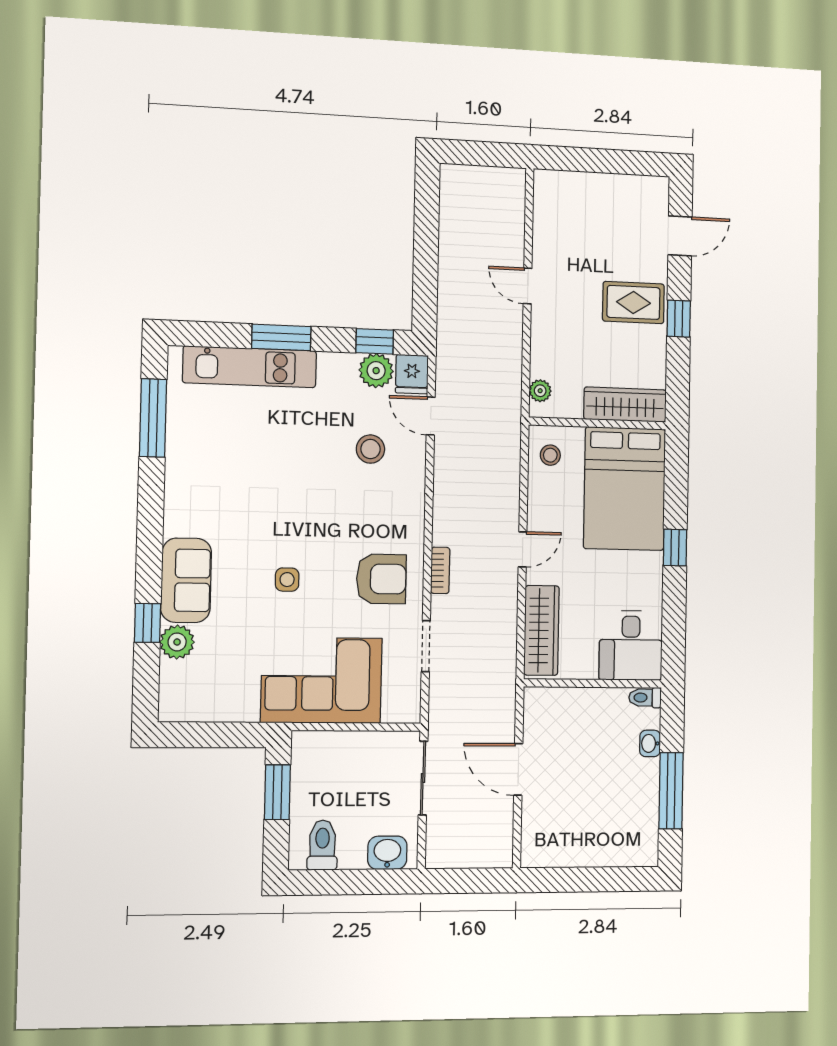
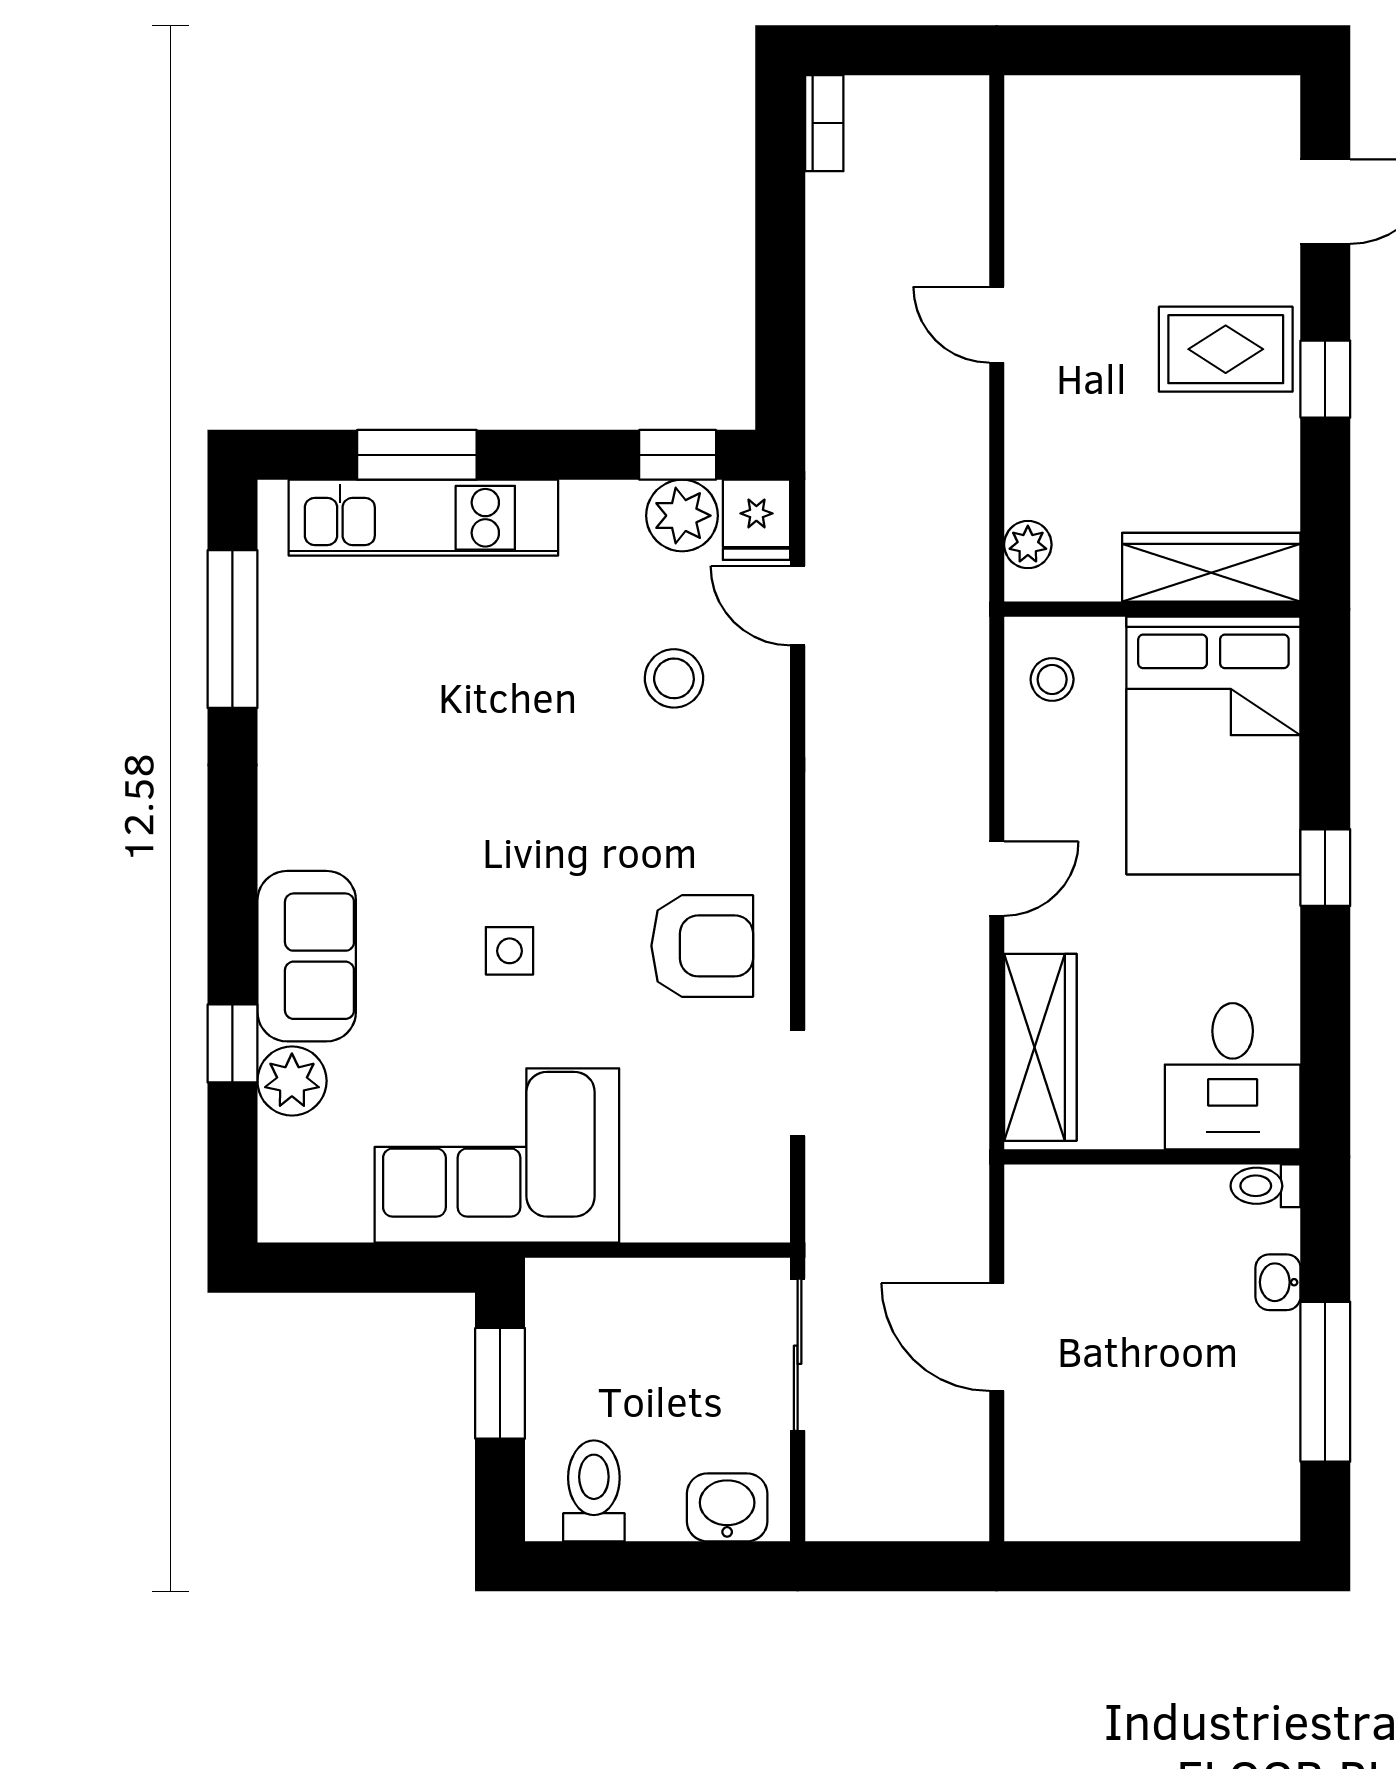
window: (281, 337) -> (417, 455), moved
bookcase: (440, 570) -> (824, 123), moved
corner sofa: (322, 680) -> (497, 1156), moved

